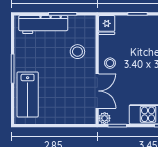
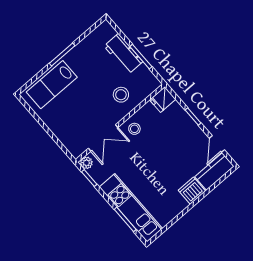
workbench: (43, 25) -> (123, 54), width x0.73

